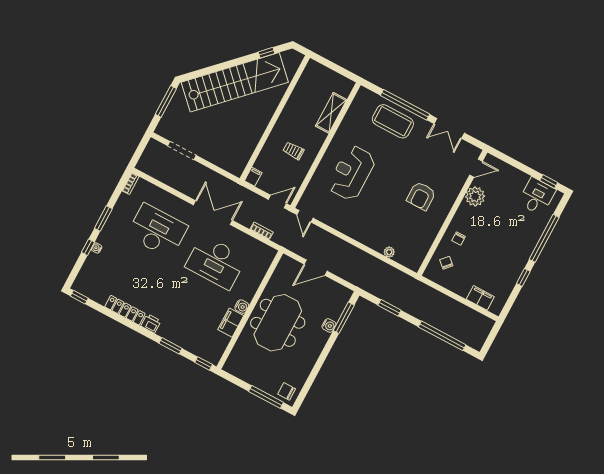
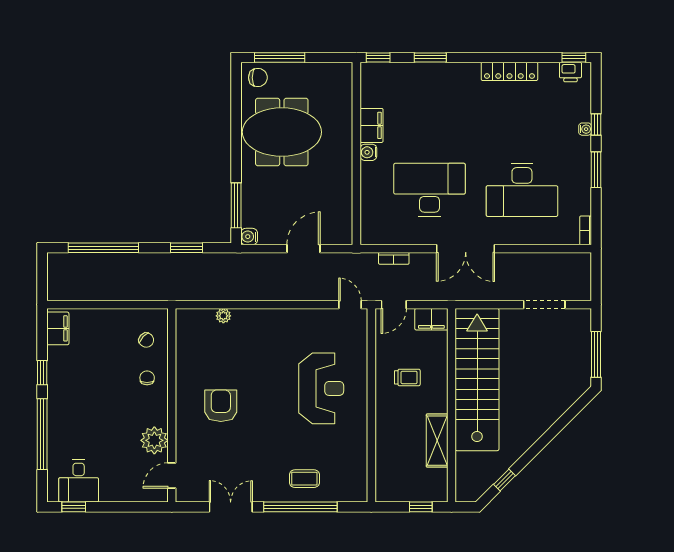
window: (329, 64) -> (421, 507), added
stairs: (235, 82) -> (477, 380), moved, turned 135
shelving: (331, 113) -> (437, 441), moved
coffee table: (393, 121) -> (304, 479), width x0.54, depth x0.58
filing cabinet: (253, 177) -> (431, 319), width x2.00
filing cabinet: (480, 298) -> (58, 328), moved, turned -90
printer: (151, 323) -> (570, 72), moved
meeting table: (278, 323) -> (282, 132), moved, turned 90
water cooler: (329, 325) -> (249, 237), moved

